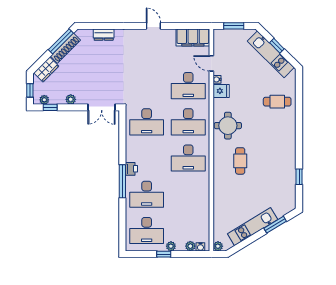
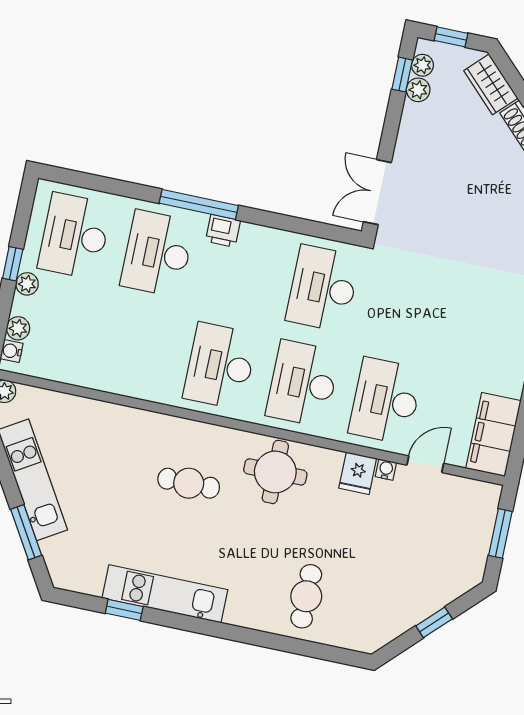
kitchen unit: (271, 54) -> (165, 594), moved, turned 45
plant: (71, 99) -> (418, 90), moved

